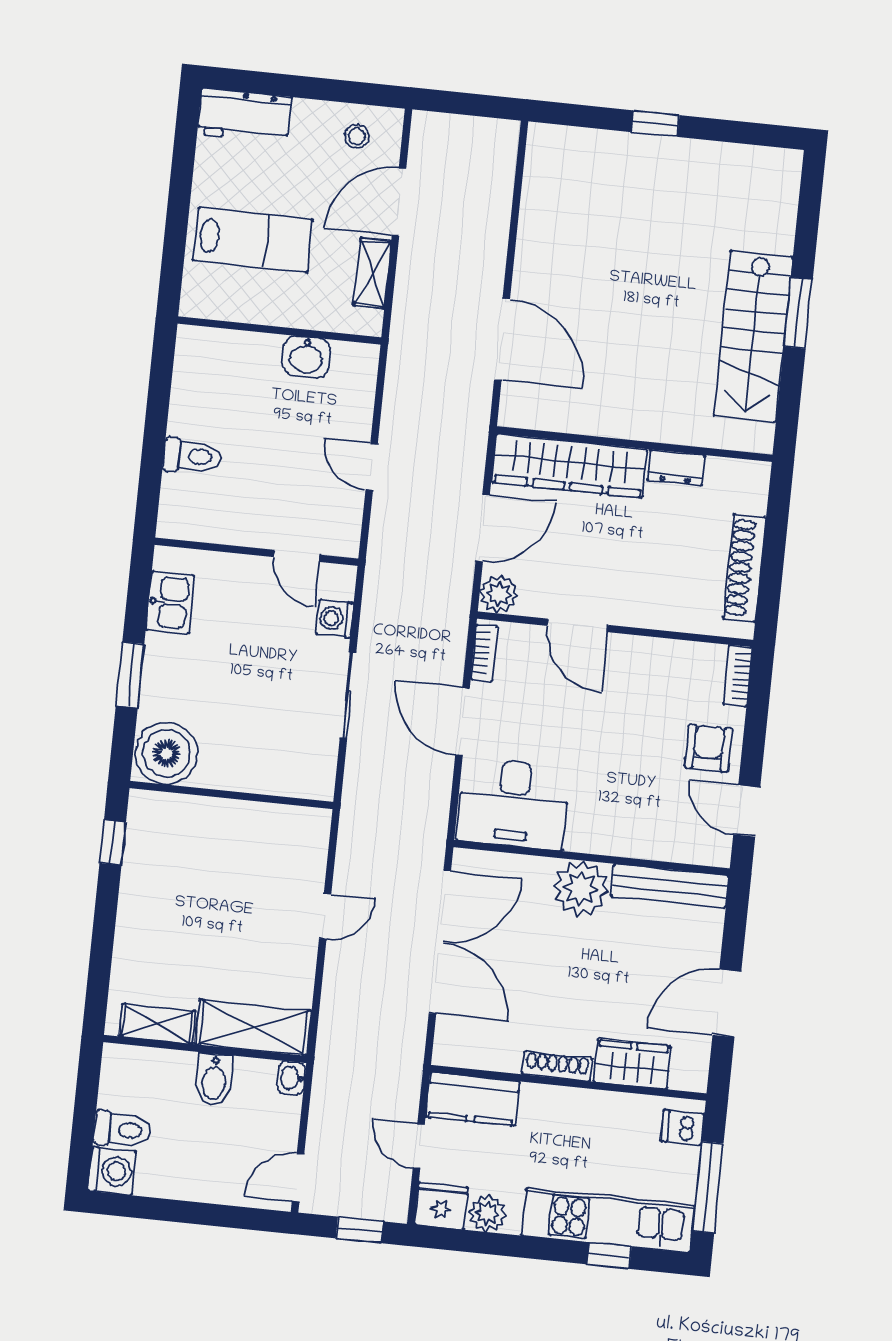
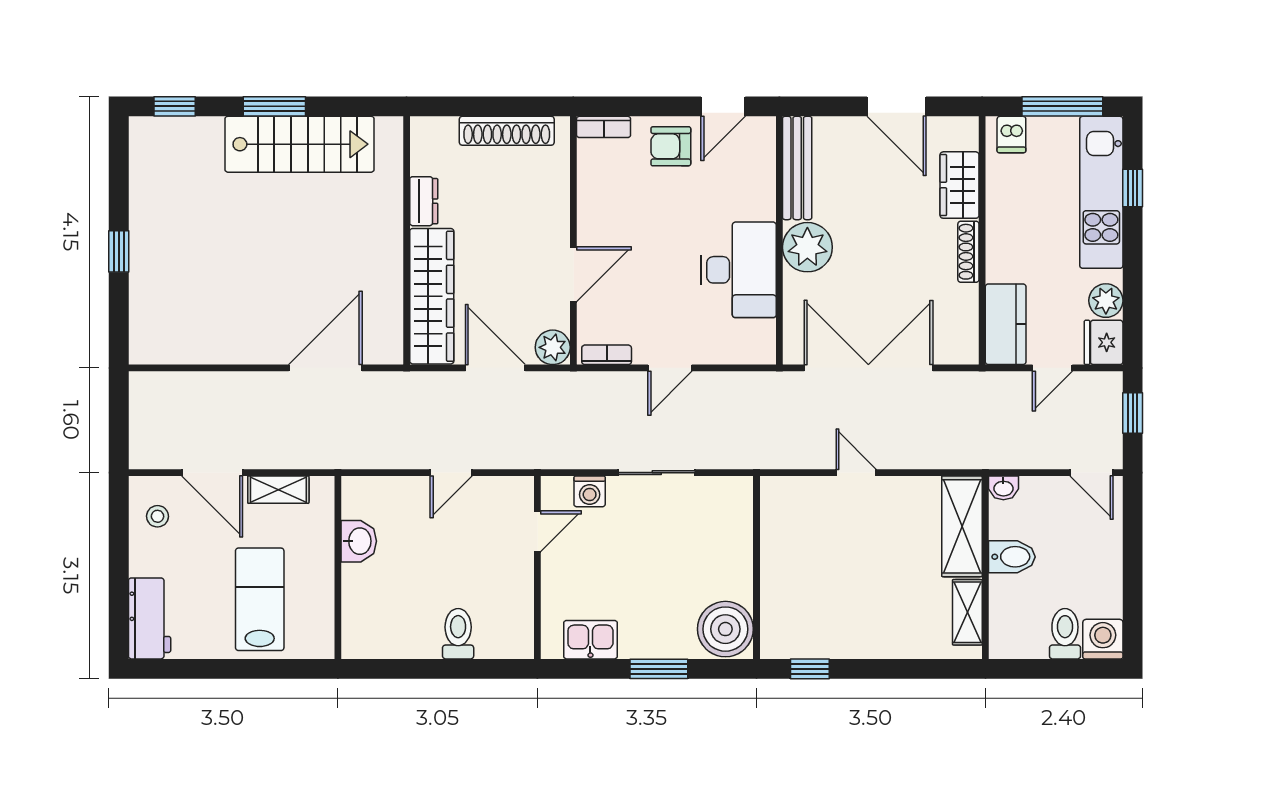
window: (810, 202) -> (175, 106), added
door: (463, 722) -> (670, 368), width x0.73
desk: (513, 804) -> (738, 270), moved

